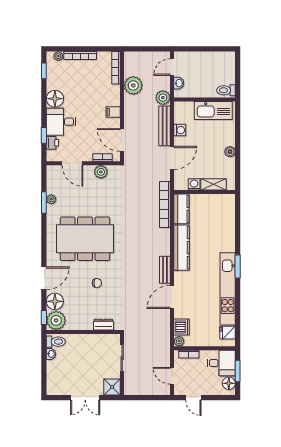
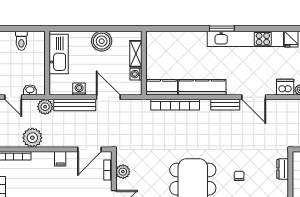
toilet: (226, 90) -> (21, 41), moved
boiler: (230, 152) -> (102, 41), width x1.86, depth x1.86
bookcase: (165, 204) -> (175, 105), moved

